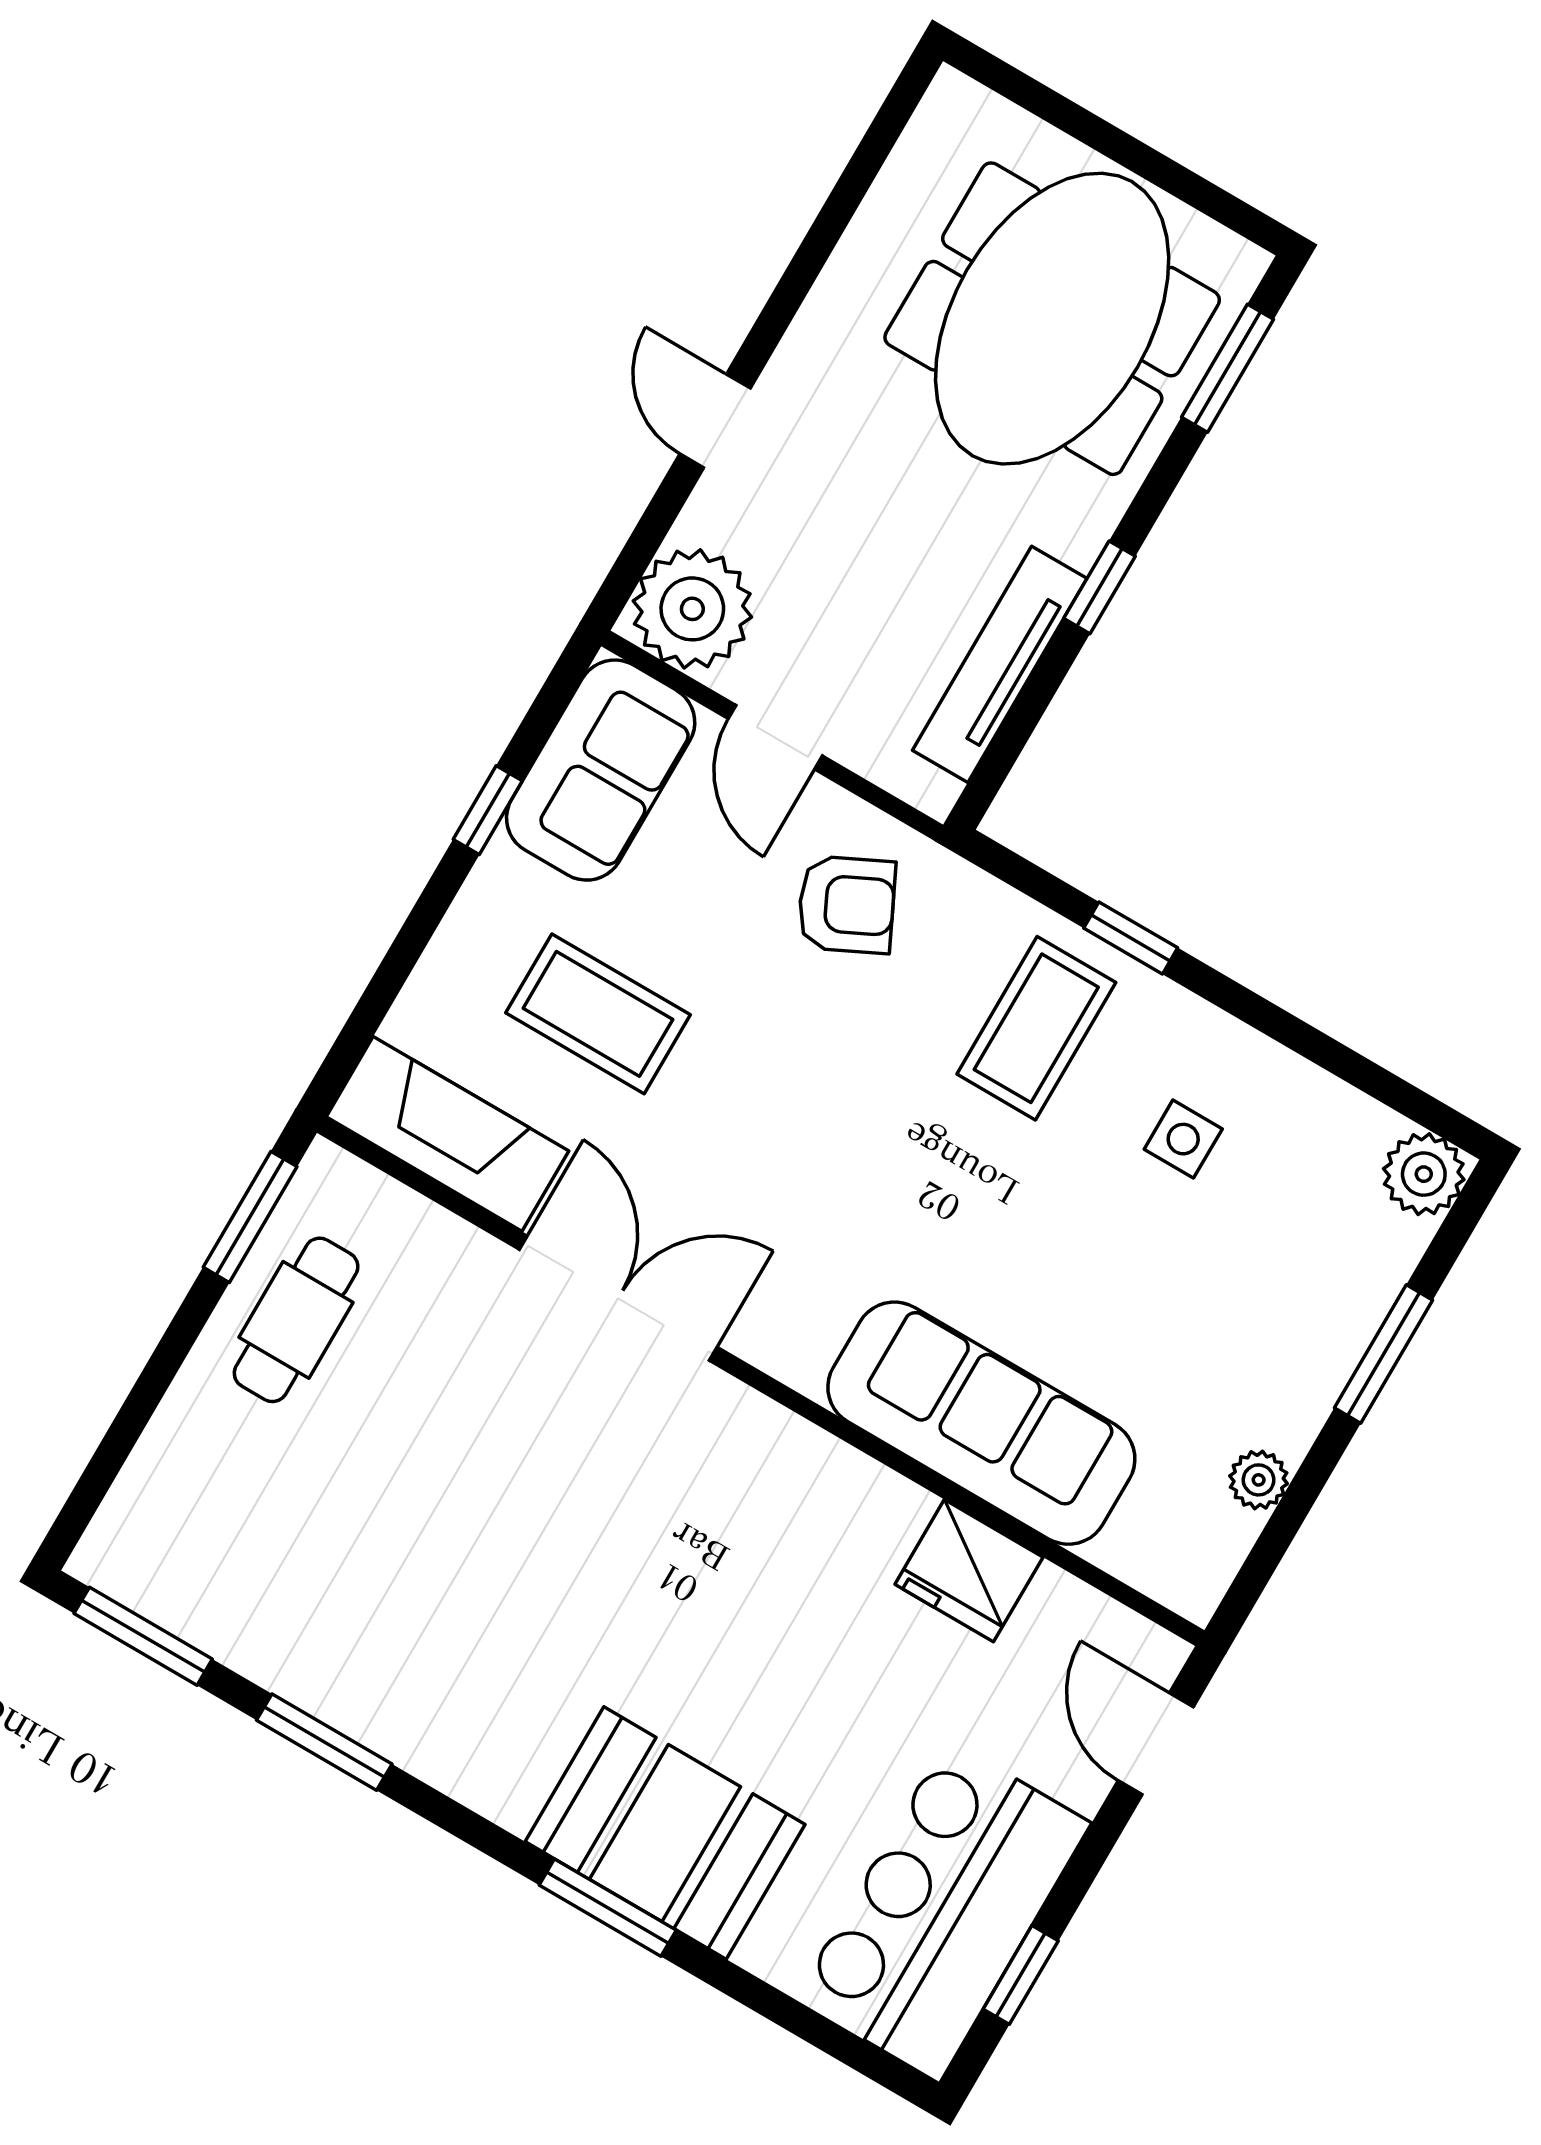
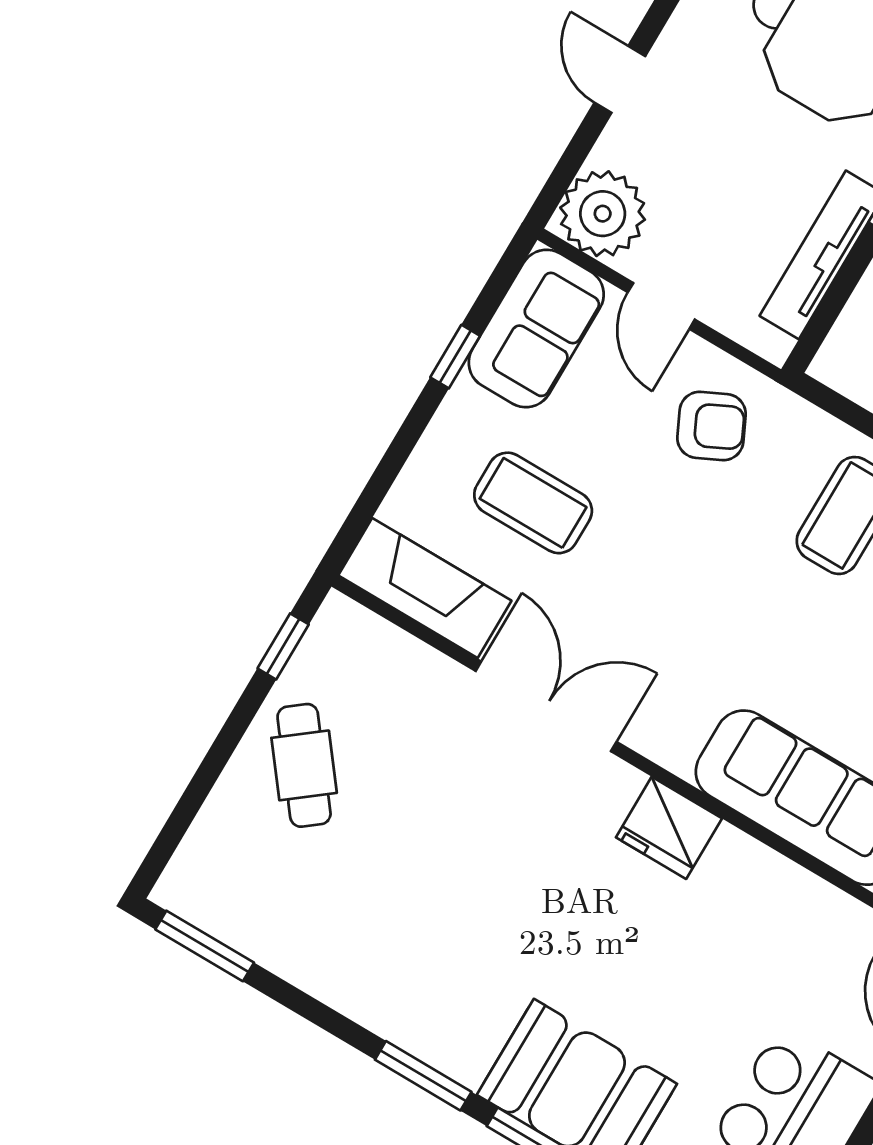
window: (250, 1217) -> (283, 646), width x0.67
cafe table: (296, 1320) -> (304, 765), moved, turned -38
fridge: (969, 1571) -> (669, 828), moved
window: (324, 1742) -> (423, 1076), moved

